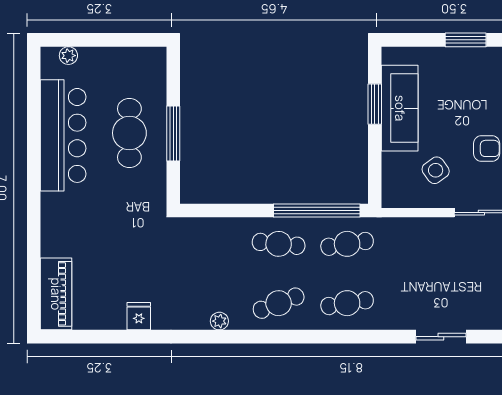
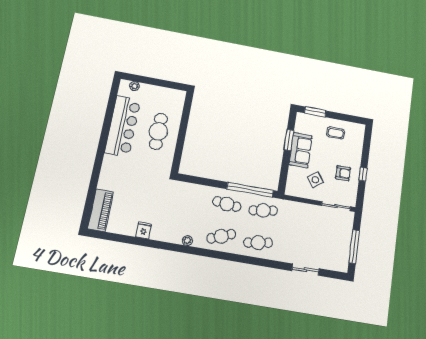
window: (466, 40) -> (315, 112), moved
coffee table: (462, 74) -> (336, 133), added
sofa: (400, 108) -> (301, 150), width x0.73
window: (173, 133) -> (182, 136), removed

